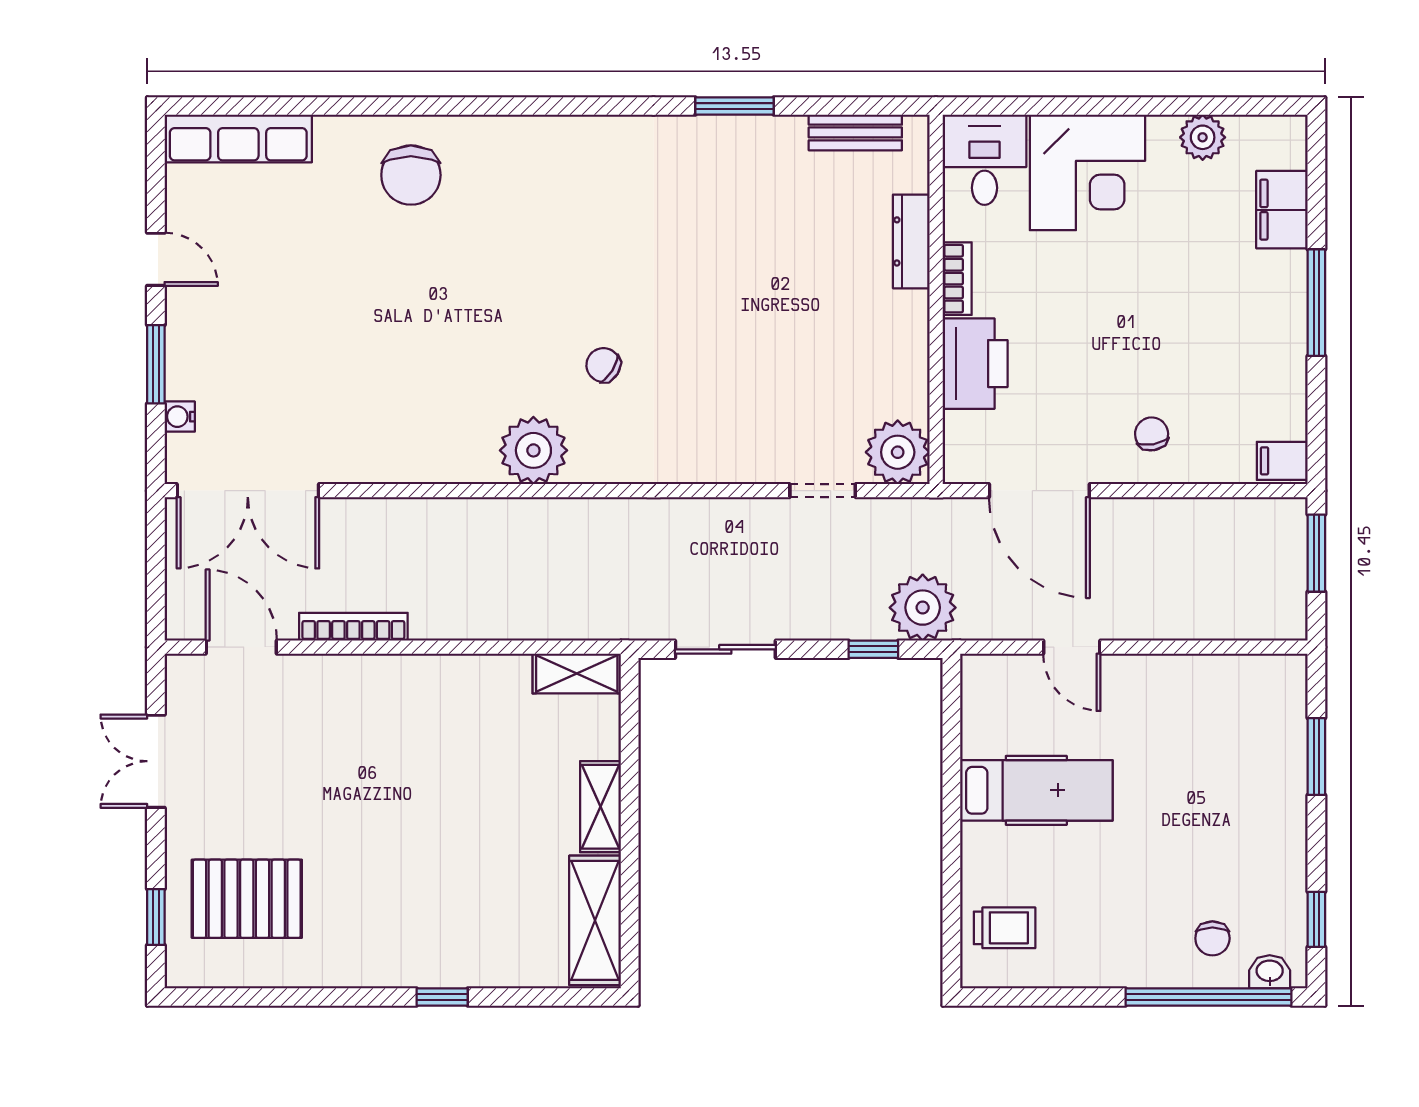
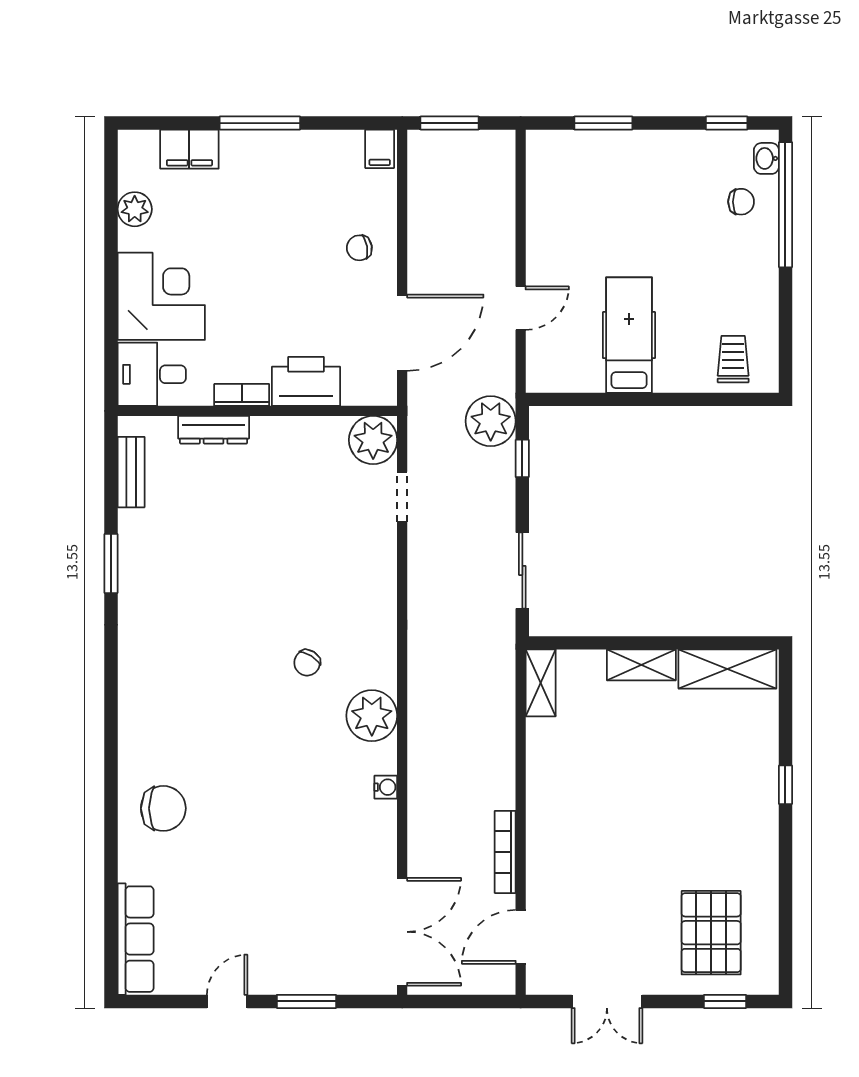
water cooler: (180, 417) -> (386, 787), moved, turned -90

